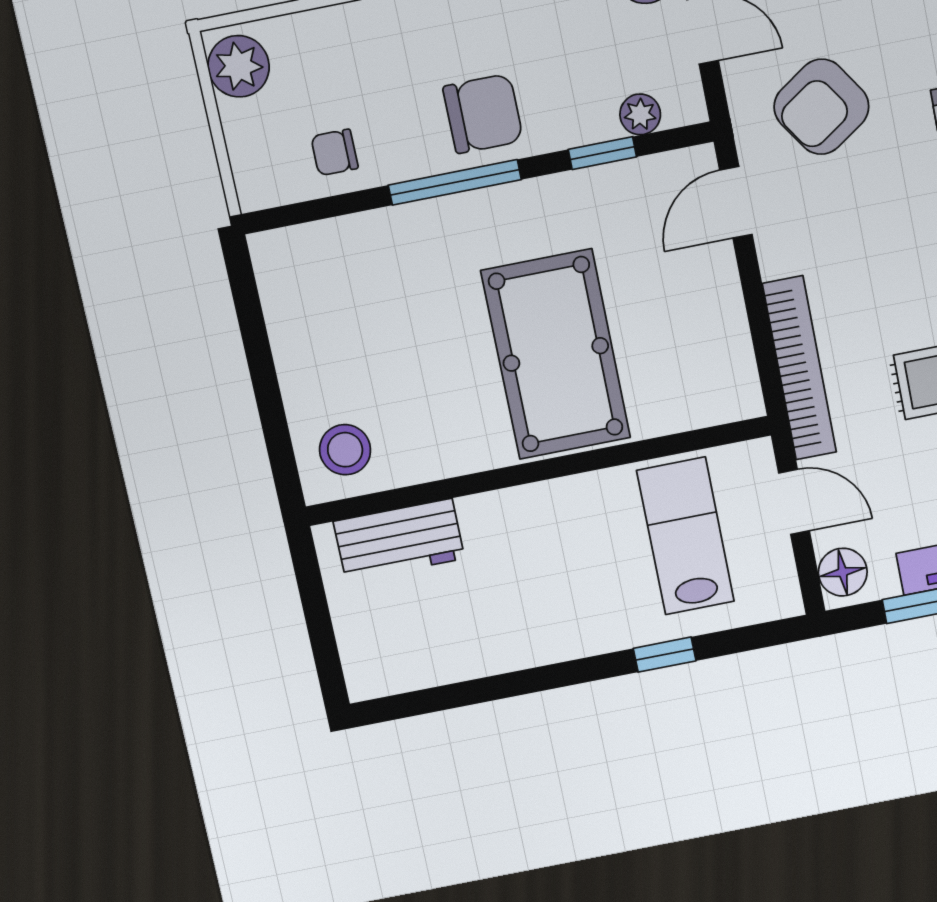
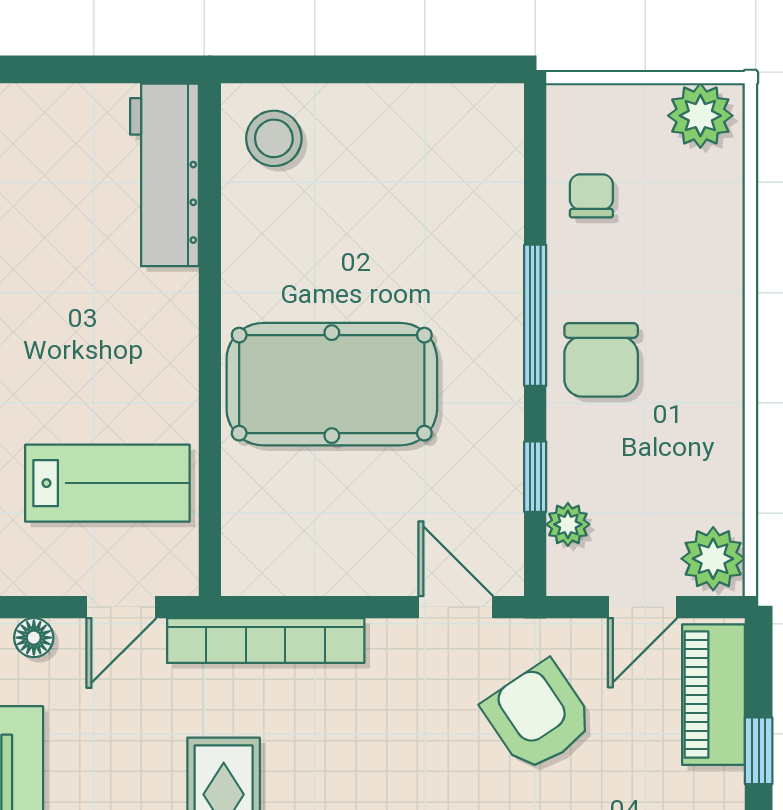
workbench: (399, 540) -> (164, 175), width x1.38
floor lamp: (843, 572) -> (34, 638), width x0.73, depth x0.73

